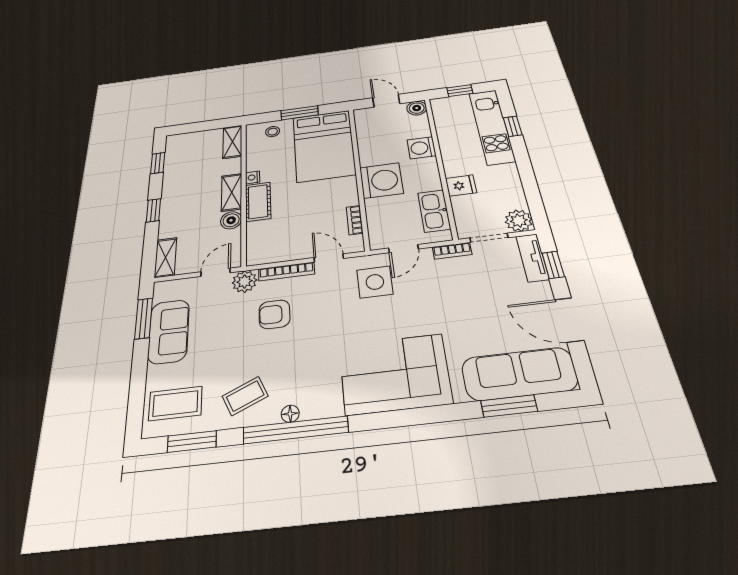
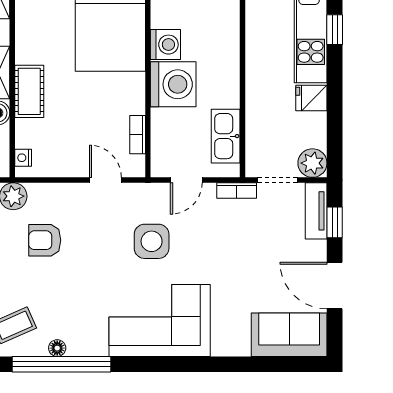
washing machine: (421, 148) -> (165, 45), moved, turned 180
nightstand: (253, 177) -> (23, 158), moved
fridge: (461, 185) -> (311, 98), moved, turned 180
bookcase: (286, 271) -> (59, 190), removed
side table: (375, 282) -> (152, 241), moved
sofa: (519, 374) -> (289, 335), width x0.73
window: (509, 406) -> (260, 364), removed

